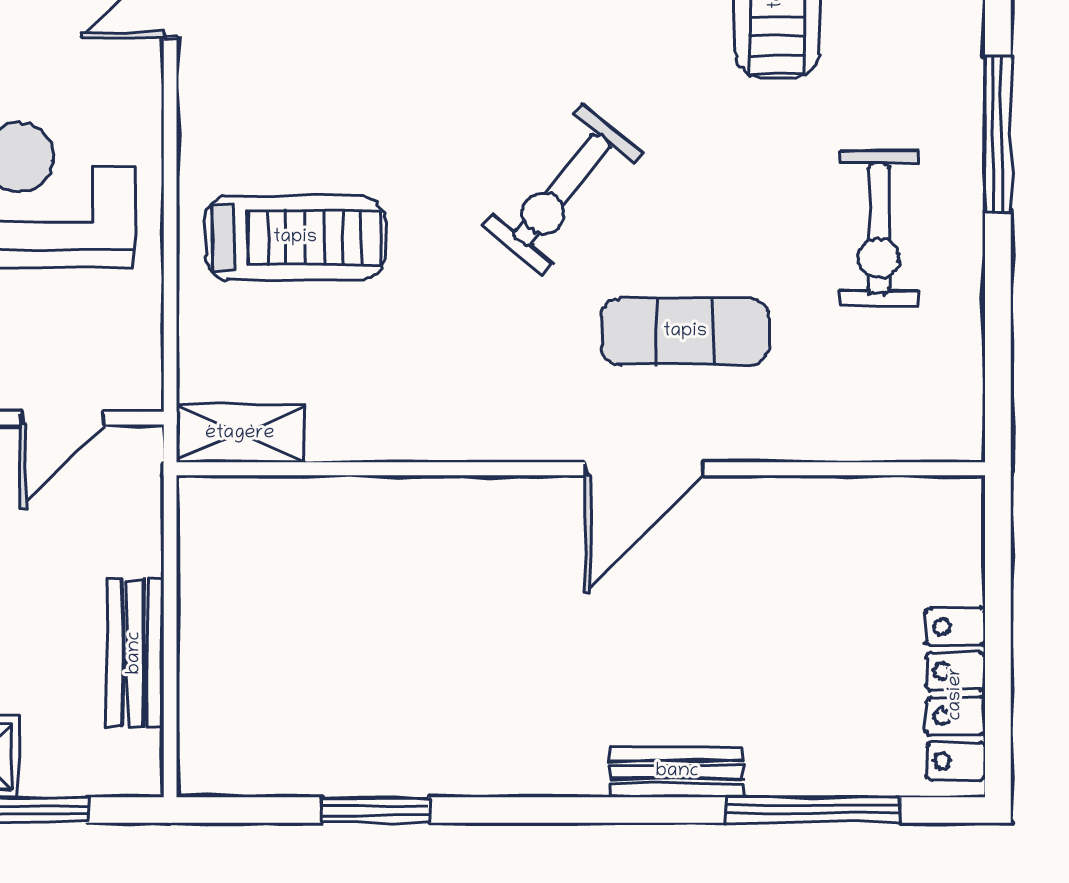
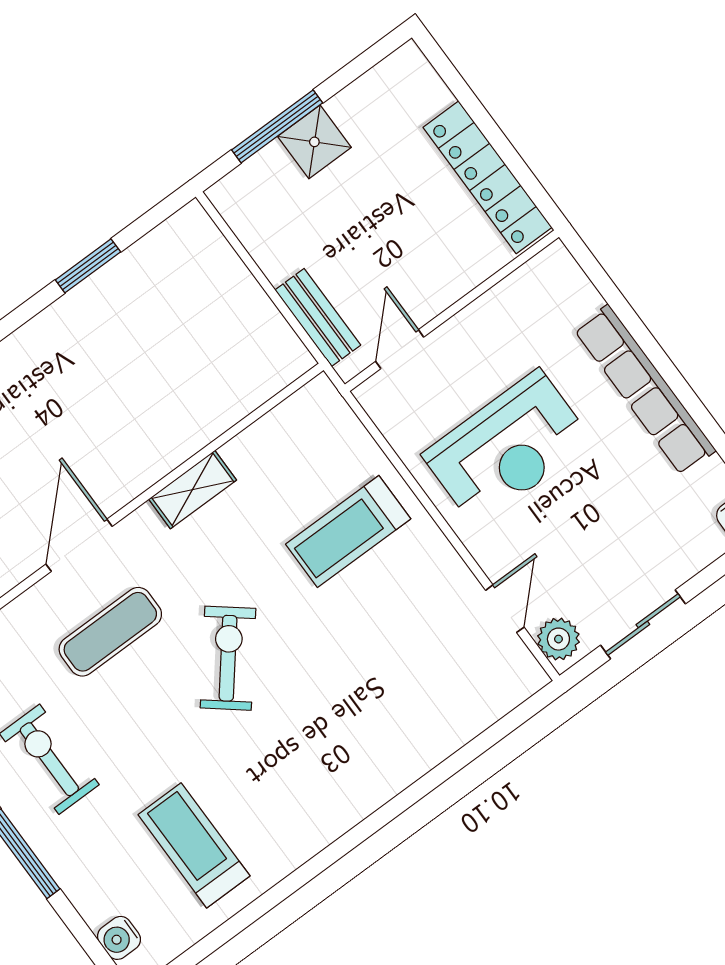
shelving: (240, 434) -> (193, 490), moved
bench: (135, 653) -> (318, 317), moved

